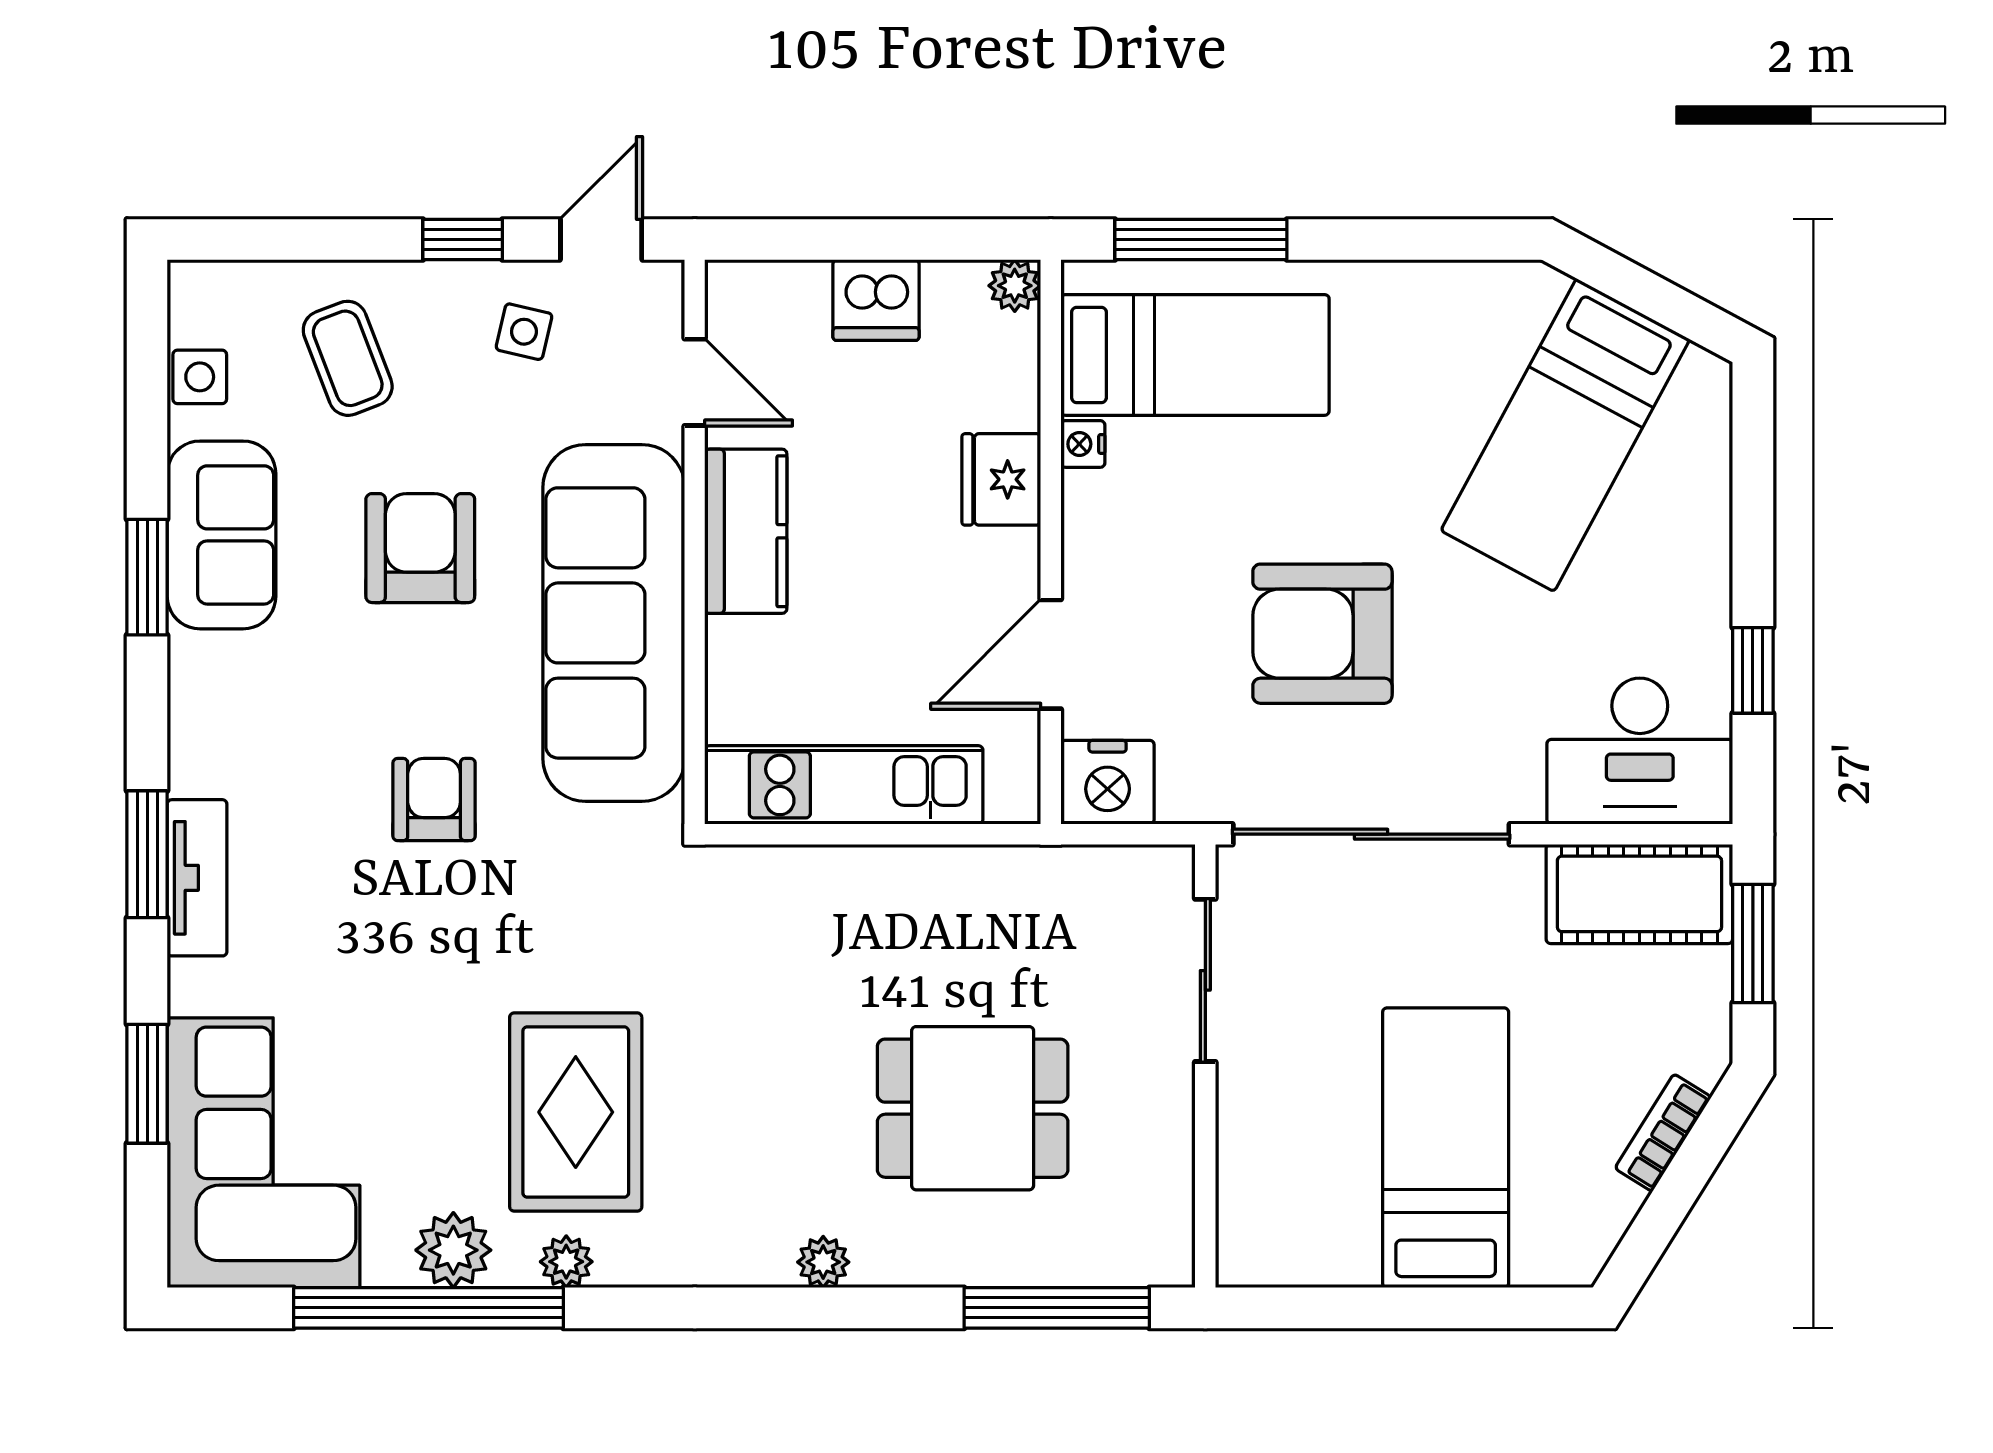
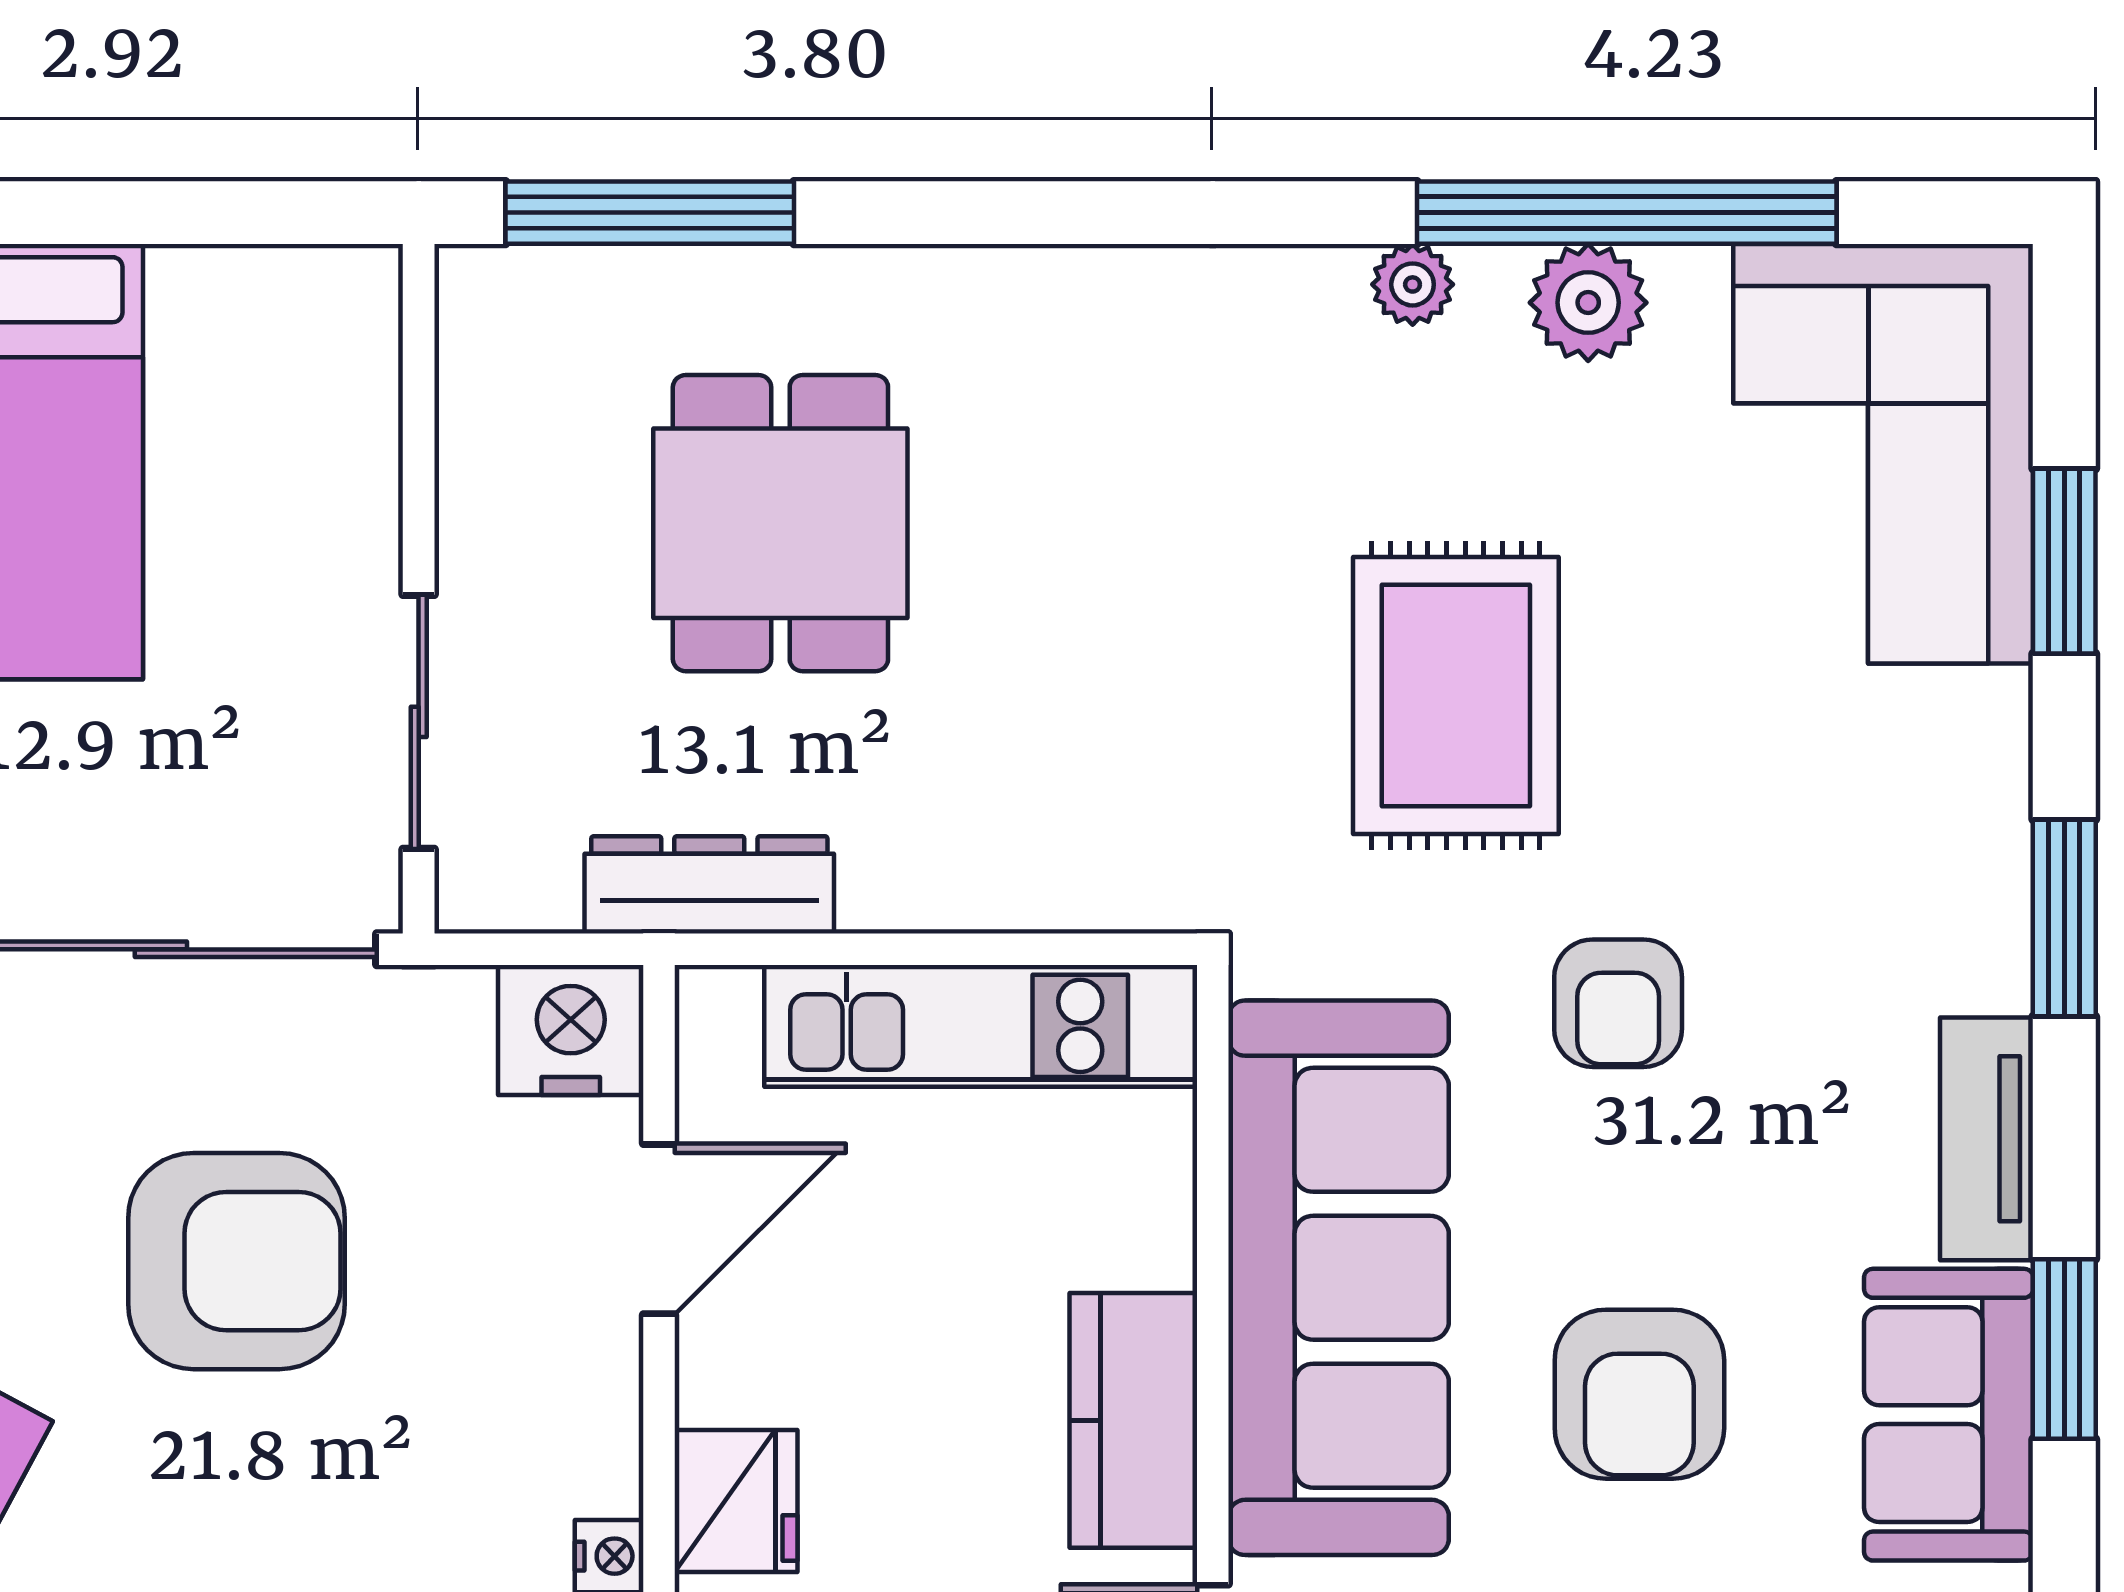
dresser: (1018, 876) -> (709, 885), added
tv unit: (197, 878) -> (1987, 1139), moved
dining table: (973, 1108) -> (780, 523), turned 90
rug: (576, 1112) -> (1456, 696), moved
plant: (823, 1262) -> (1013, 284), removed

